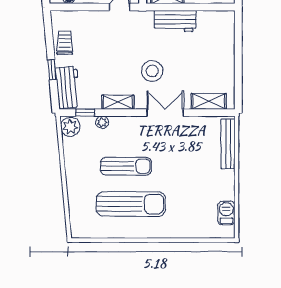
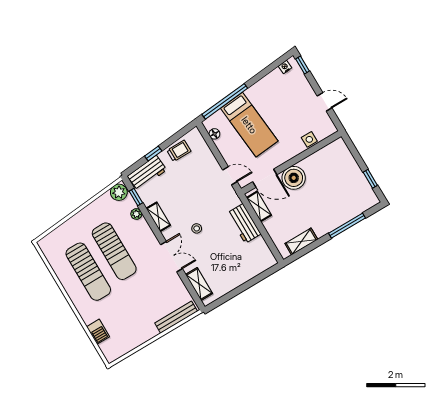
stool: (152, 71) -> (197, 228), width x0.53, depth x0.53
sun lounger: (126, 166) -> (114, 251), width x1.36, depth x1.34
barbecue: (226, 213) -> (98, 332), moved, turned 90

